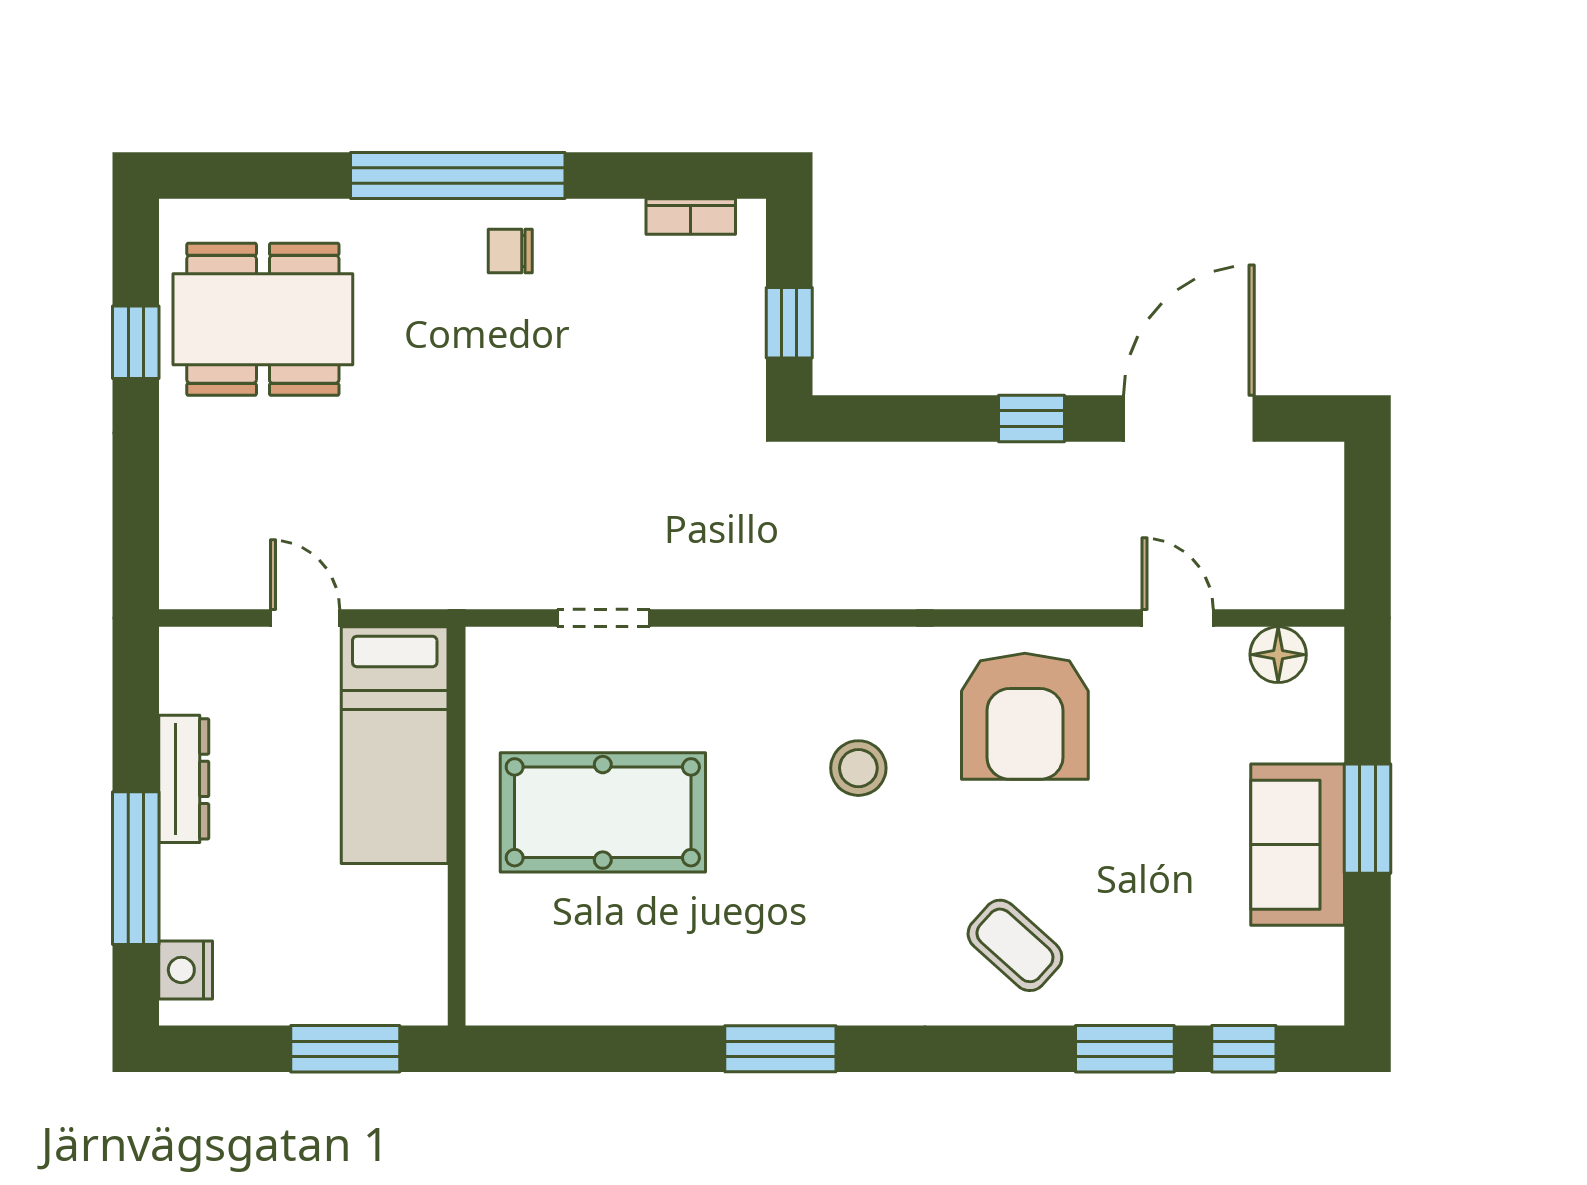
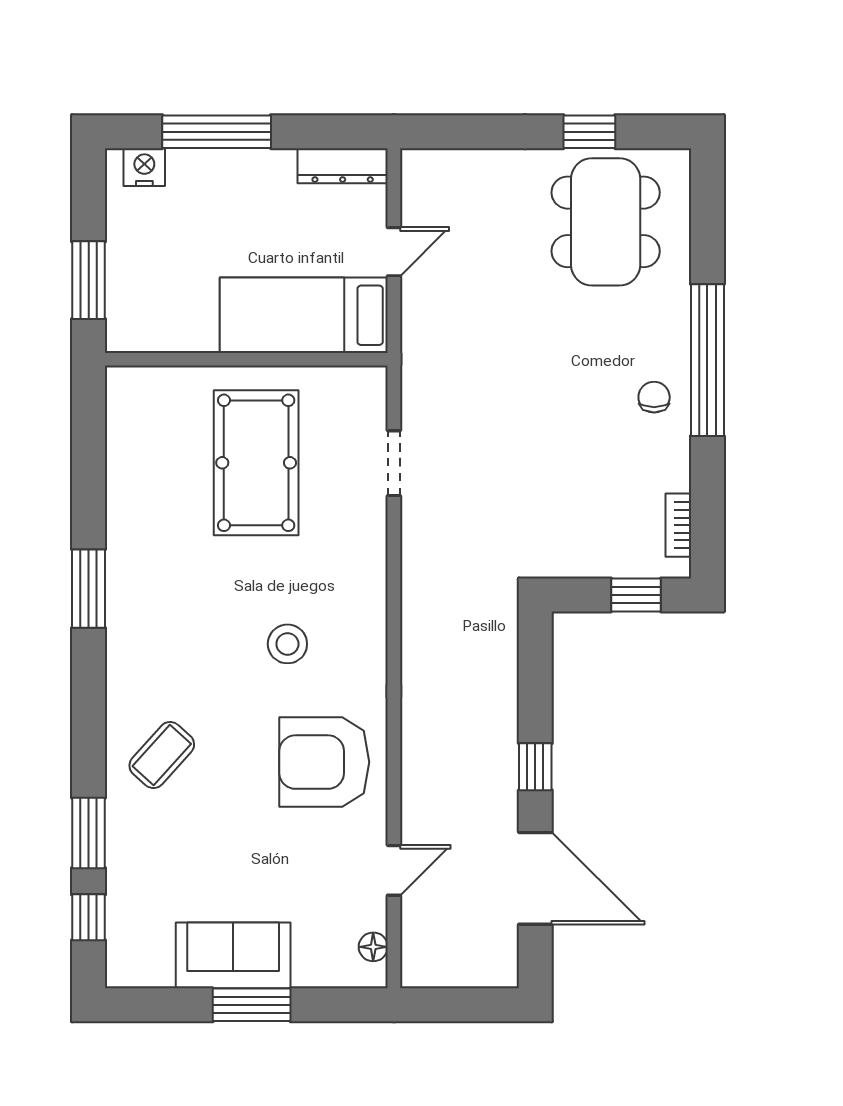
window: (789, 323) -> (636, 595), moved
floor lamp: (1278, 655) -> (373, 947), width x0.73, depth x0.73
dresser: (184, 779) -> (343, 166), moved

